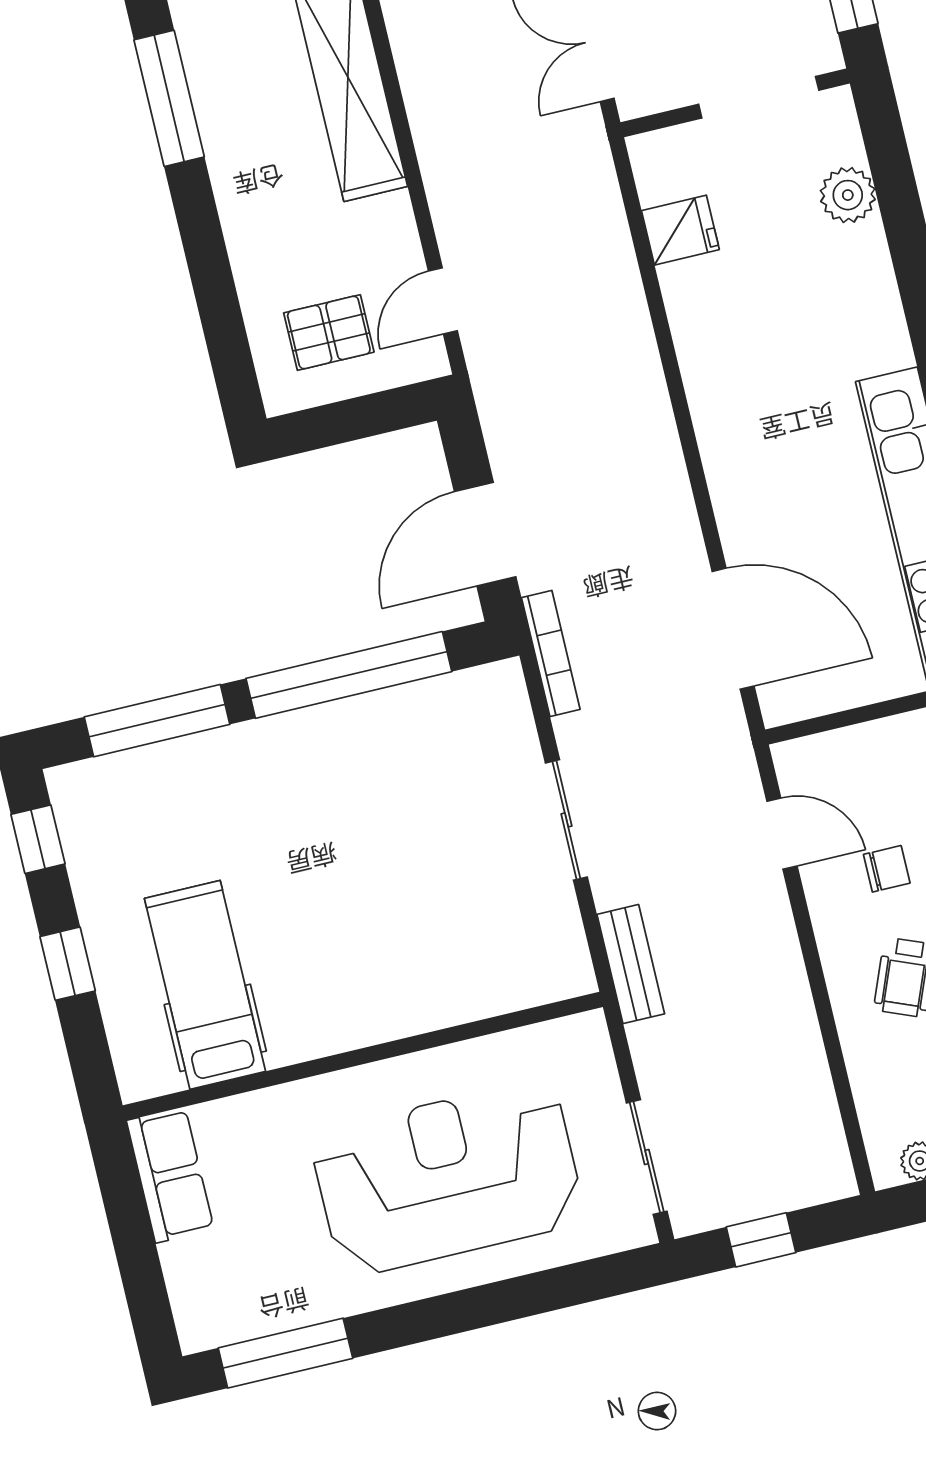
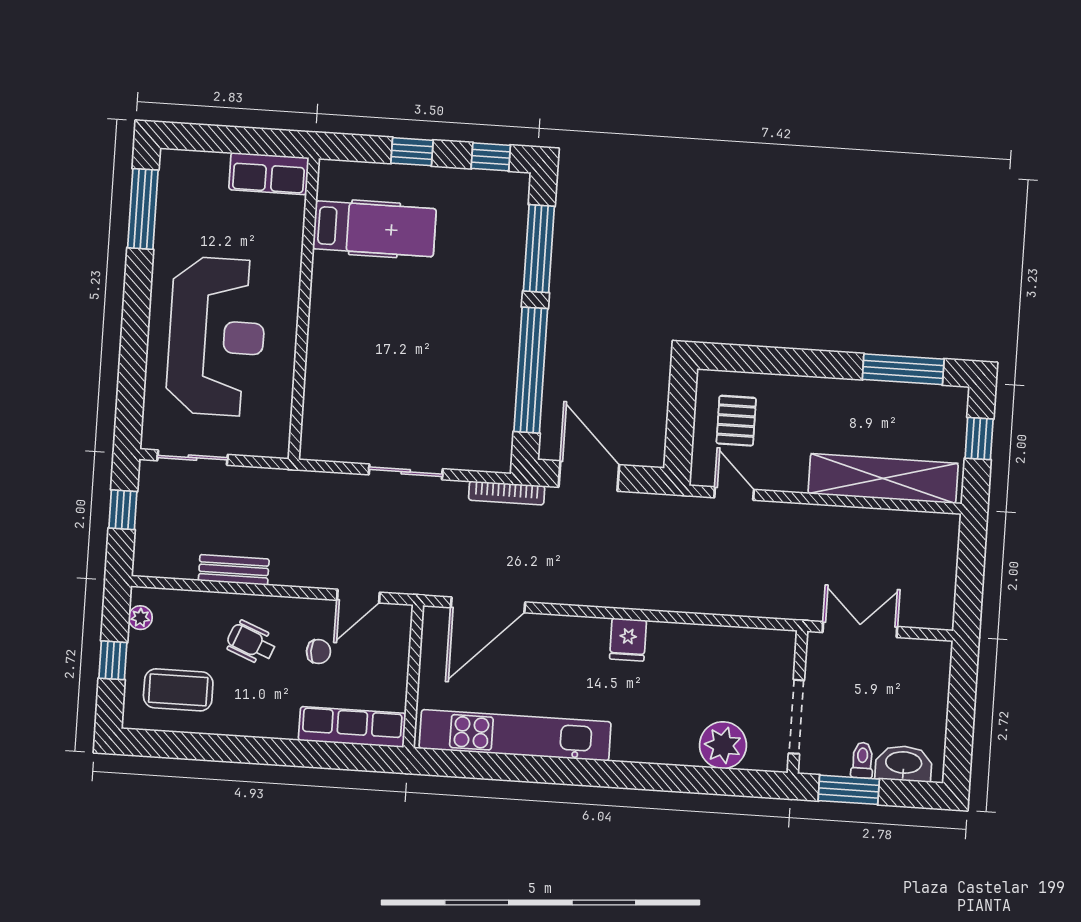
plant: (848, 195) -> (723, 745), width x1.36, depth x1.36
fridge: (680, 230) -> (628, 640), moved
chair: (887, 869) -> (319, 652), turned -90
bench: (631, 964) -> (234, 570), moved

